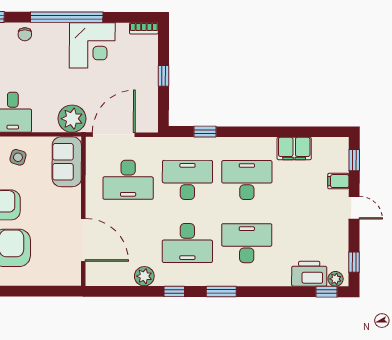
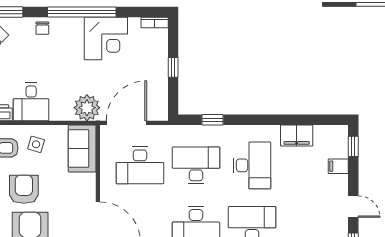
desk: (247, 180) -> (252, 165), turned 90
door: (354, 208) -> (353, 207), moved

